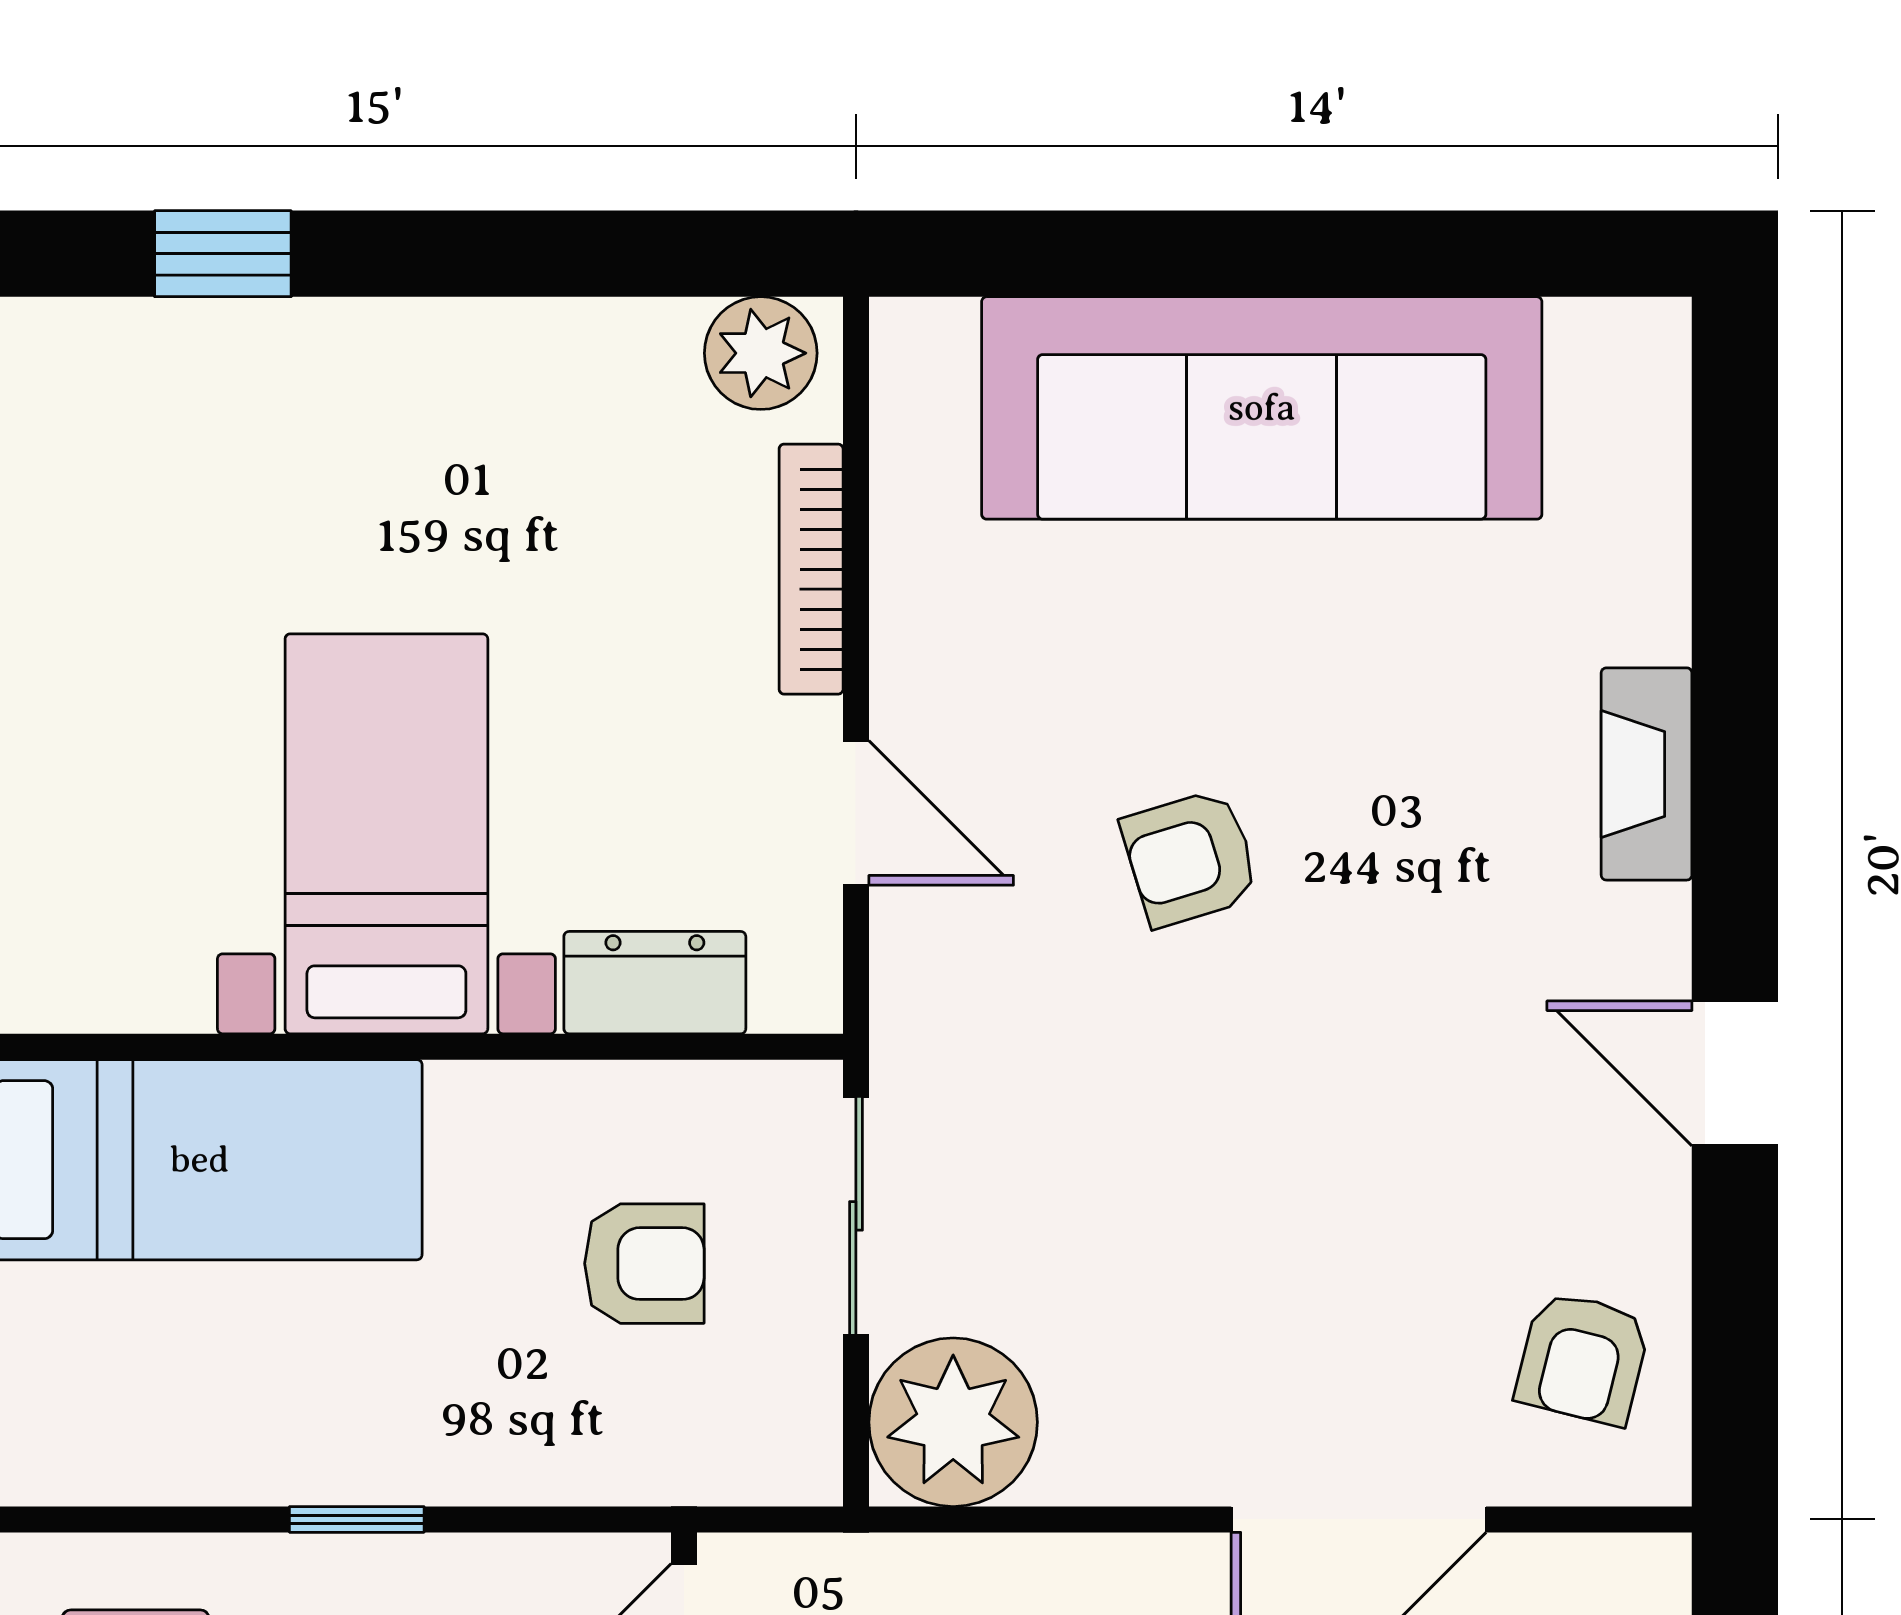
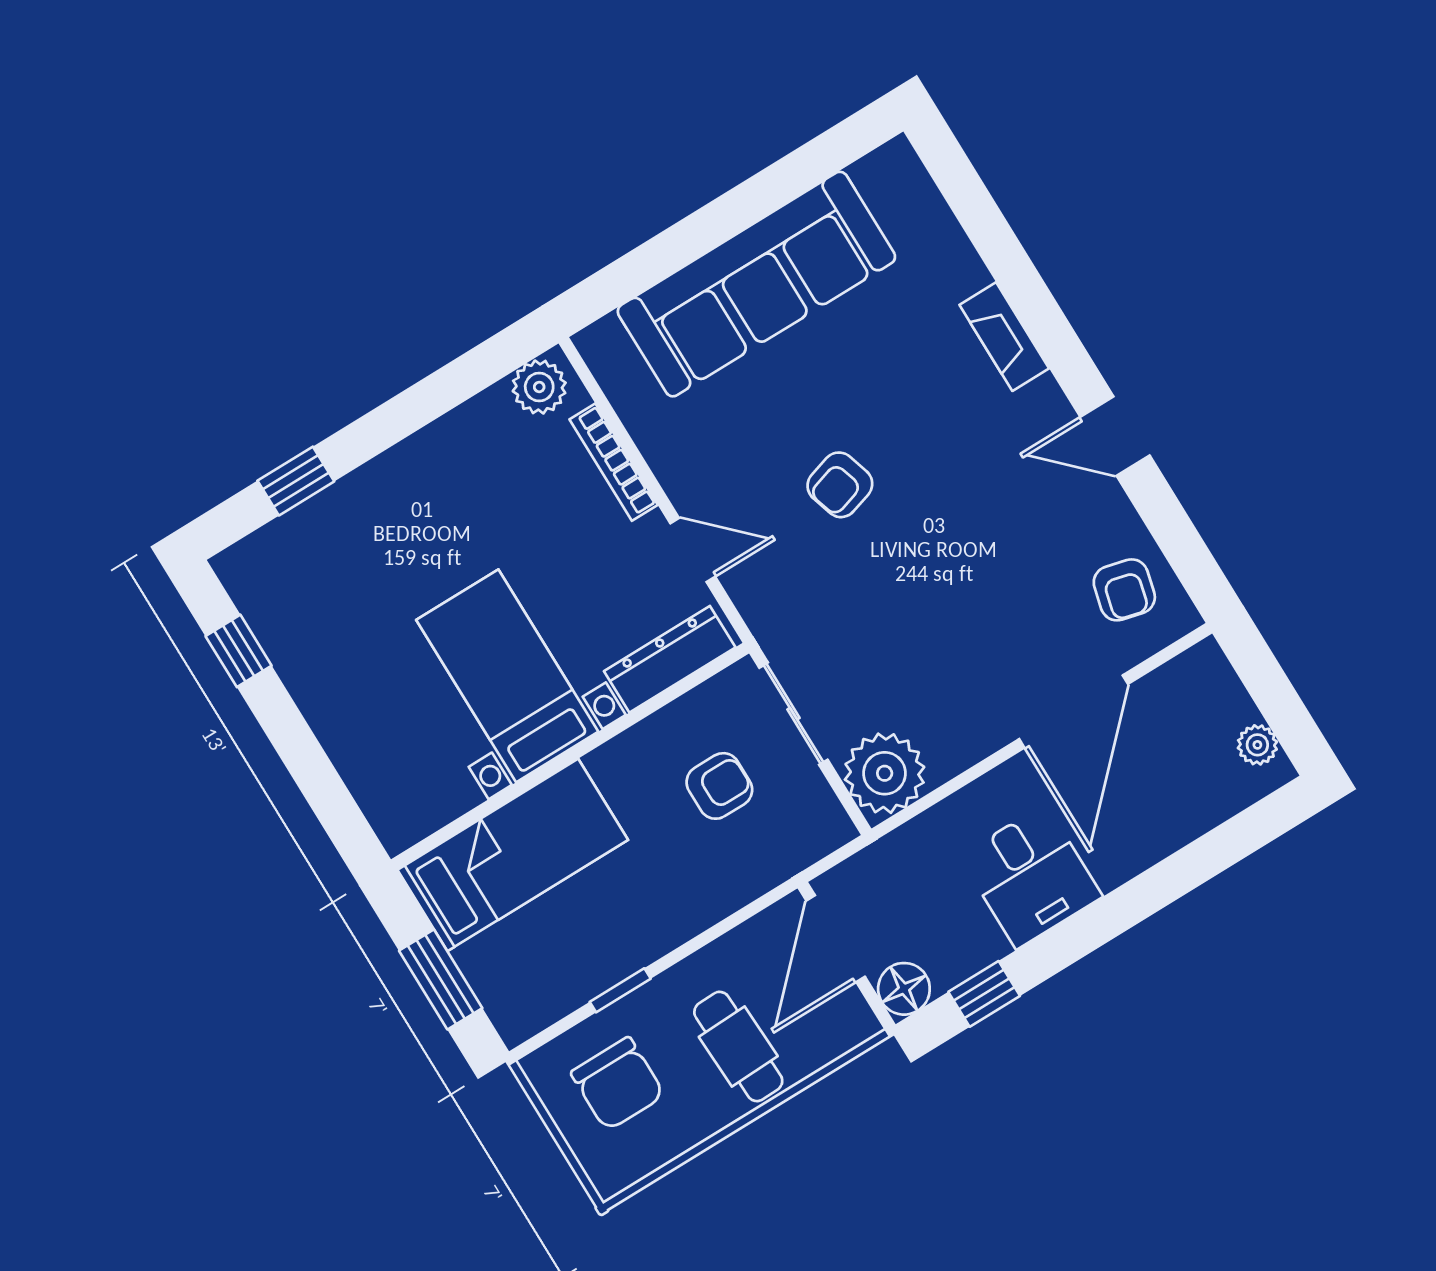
dresser: (655, 983) -> (670, 659), width x1.44
window: (357, 1519) -> (620, 990), moved

